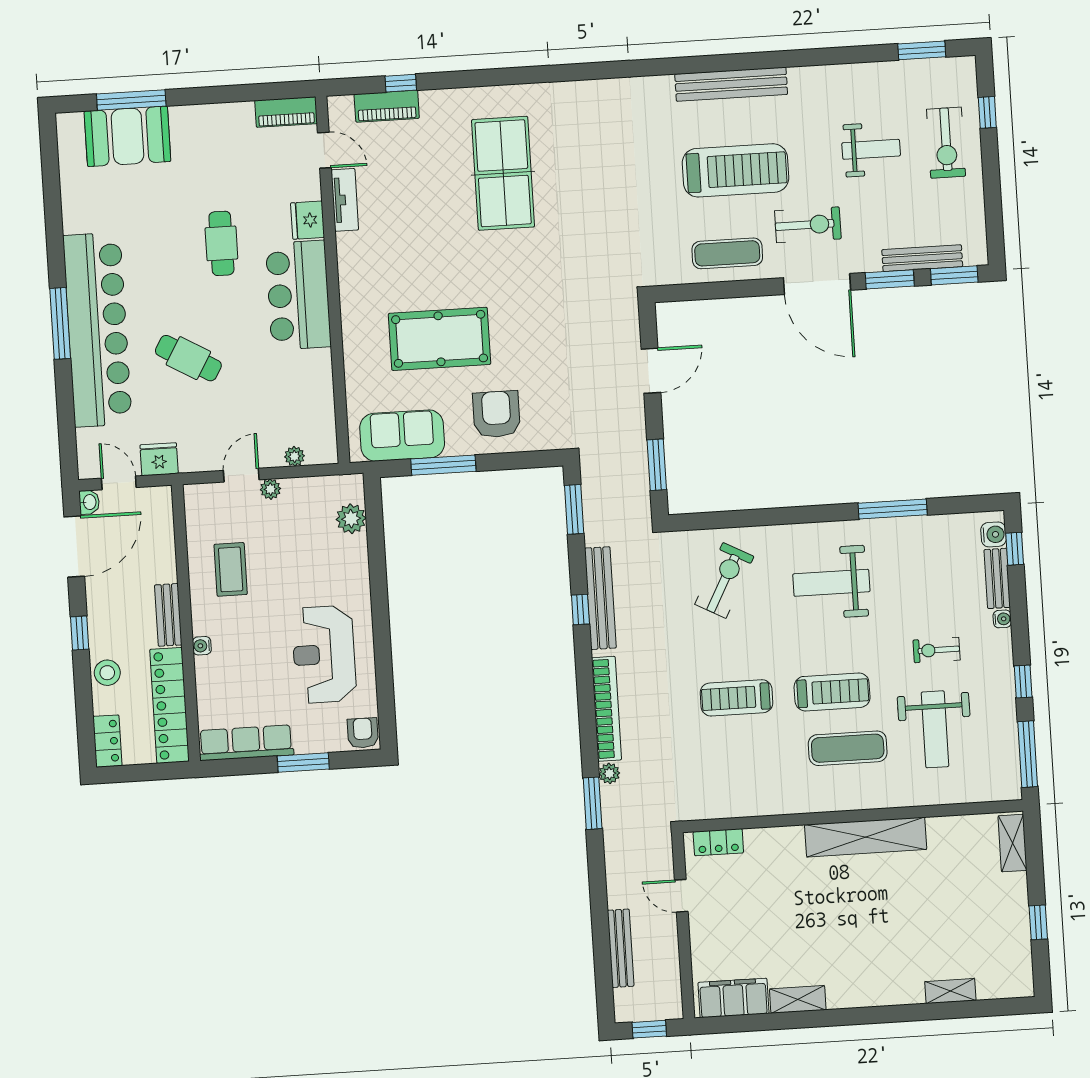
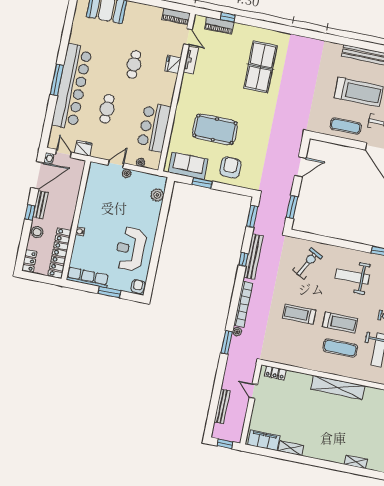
bar counter: (298, 295) -> (154, 127), moved
cafe table: (188, 358) -> (107, 109), turned 60
window: (443, 465) -> (202, 183), width x0.69
coffee table: (231, 569) -> (101, 203), removed
bench: (168, 615) -> (40, 205), moved

